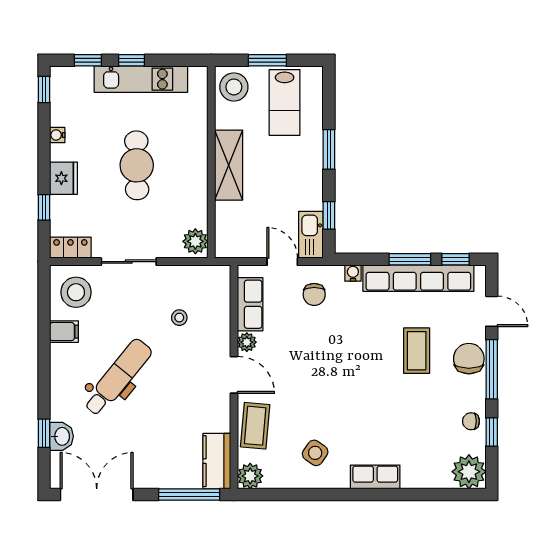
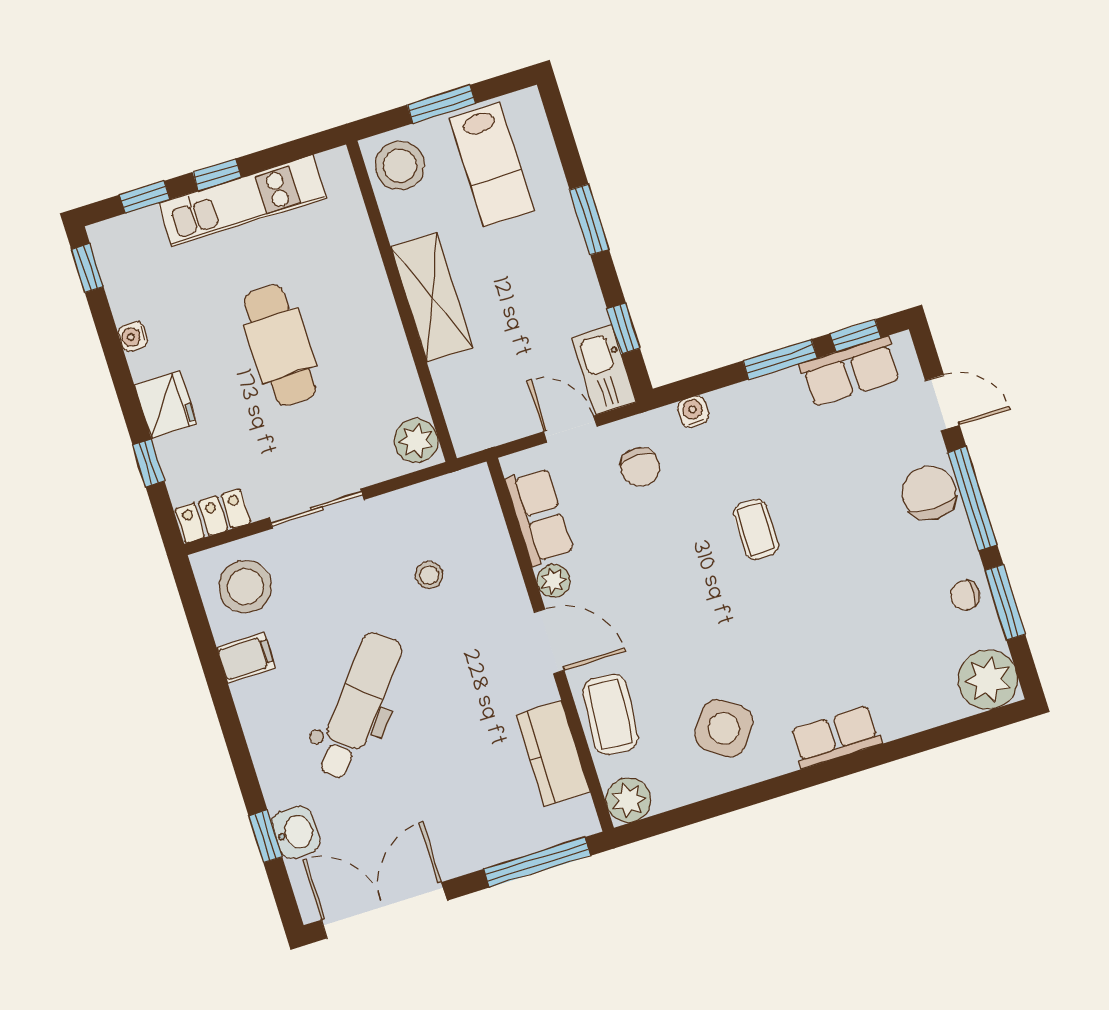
row of seats: (418, 278) -> (850, 371), width x0.50
coffee table: (417, 351) -> (756, 529), moved, width x0.73, depth x0.77
window: (492, 432) -> (1005, 602), width x1.50
side table: (315, 453) -> (724, 728), width x1.37, depth x1.37
kitchen counter: (217, 461) -> (553, 753), moved

